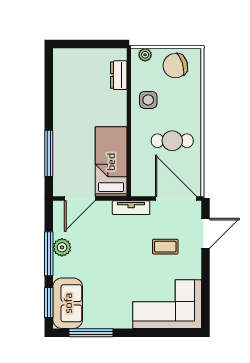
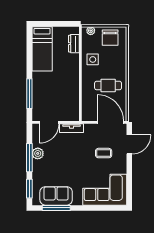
chair: (175, 66) -> (110, 38), turned -73
bed: (111, 162) -> (42, 49), moved, turned 180
tv unit: (131, 208) -> (72, 128), moved
sofa: (68, 303) -> (56, 196), moved, turned -90

